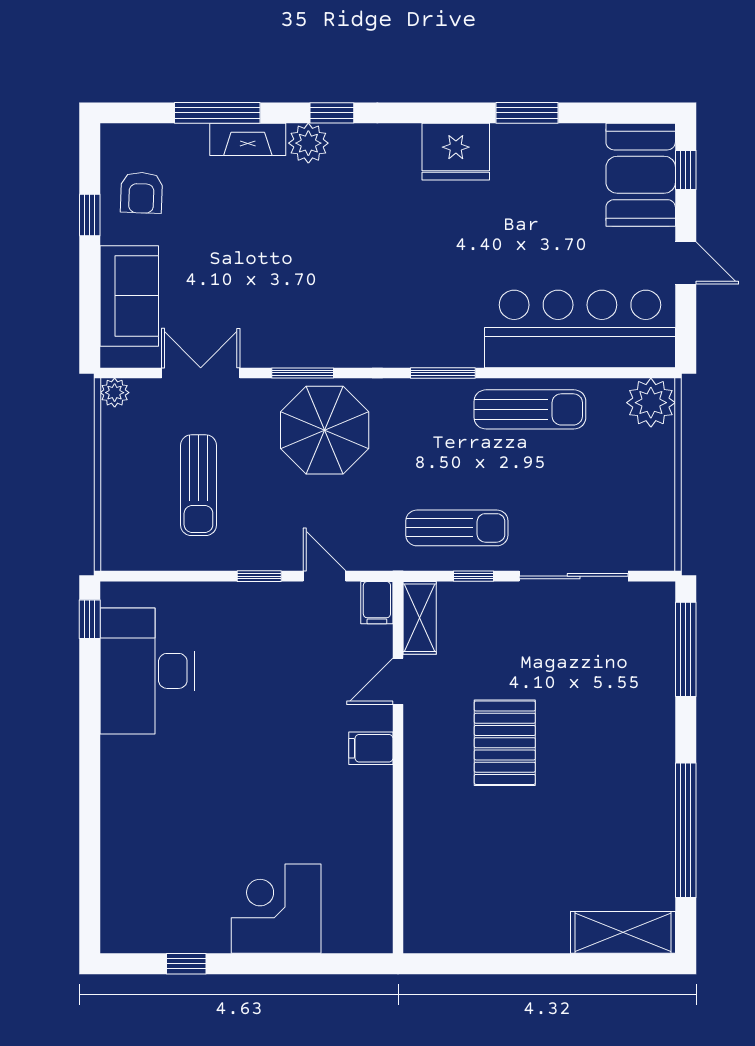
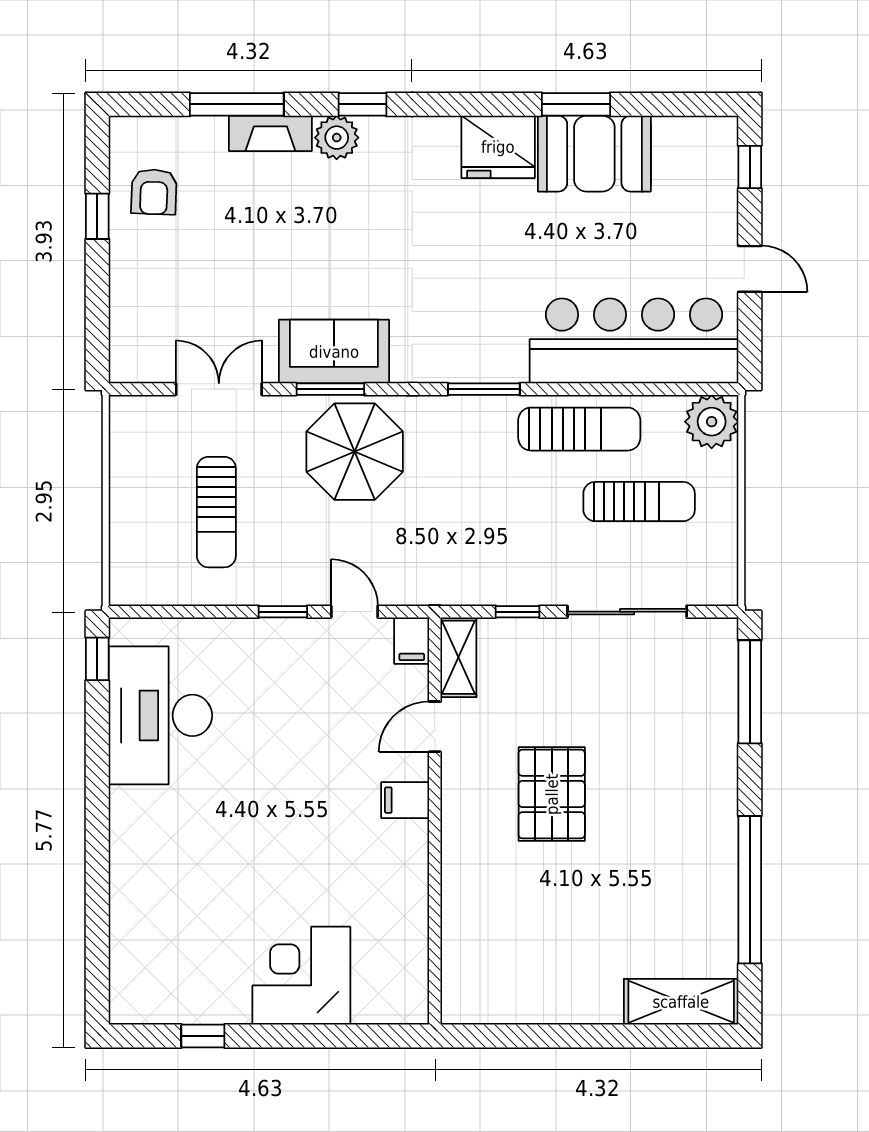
booth: (641, 175) -> (594, 154), moved, turned 90
sofa: (129, 296) -> (334, 352), moved, turned -90
plant: (115, 393) -> (124, 411), removed
sun lounger: (457, 528) -> (639, 502), moved

